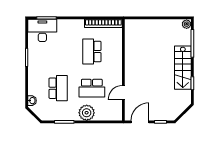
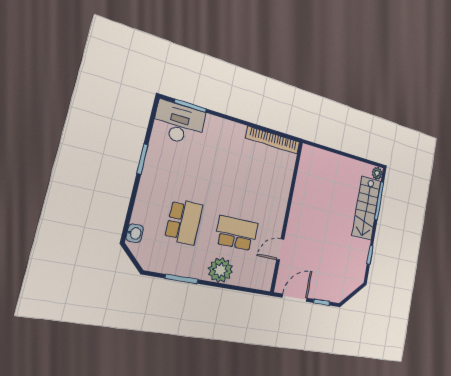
school desk: (92, 52) -> (248, 177), removed
stairs: (183, 68) -> (367, 208), moved
school desk: (92, 88) -> (236, 233), turned 180

